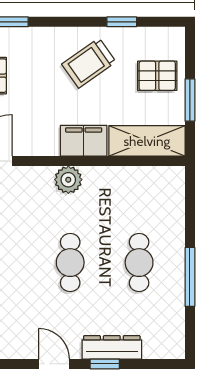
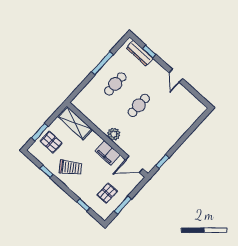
window: (190, 100) -> (40, 132), moved
filing cabinet: (84, 141) -> (108, 153), moved
dresser: (112, 347) -> (140, 53), moved
window: (105, 364) -> (149, 52), moved

